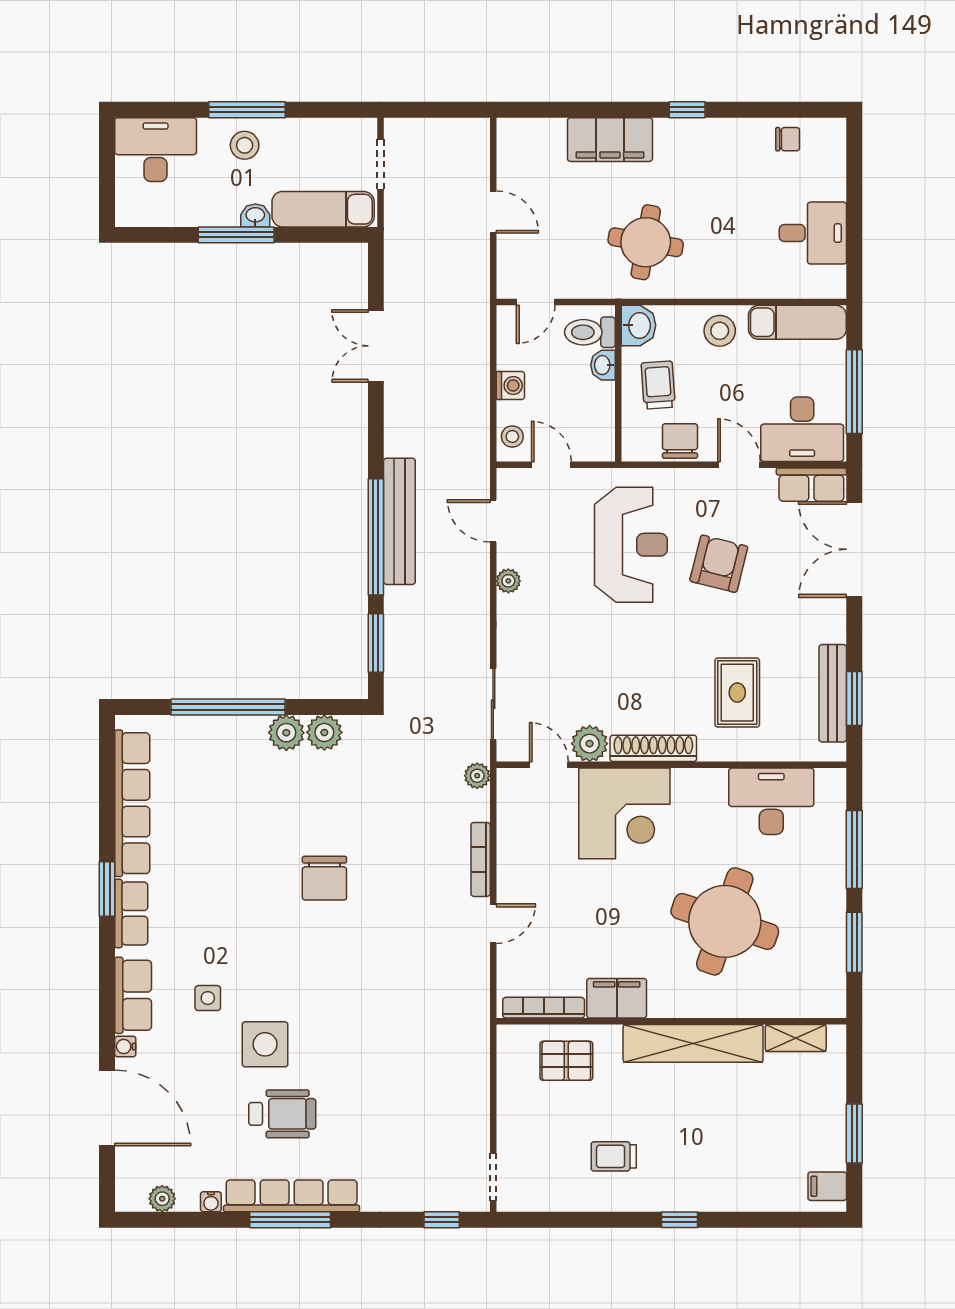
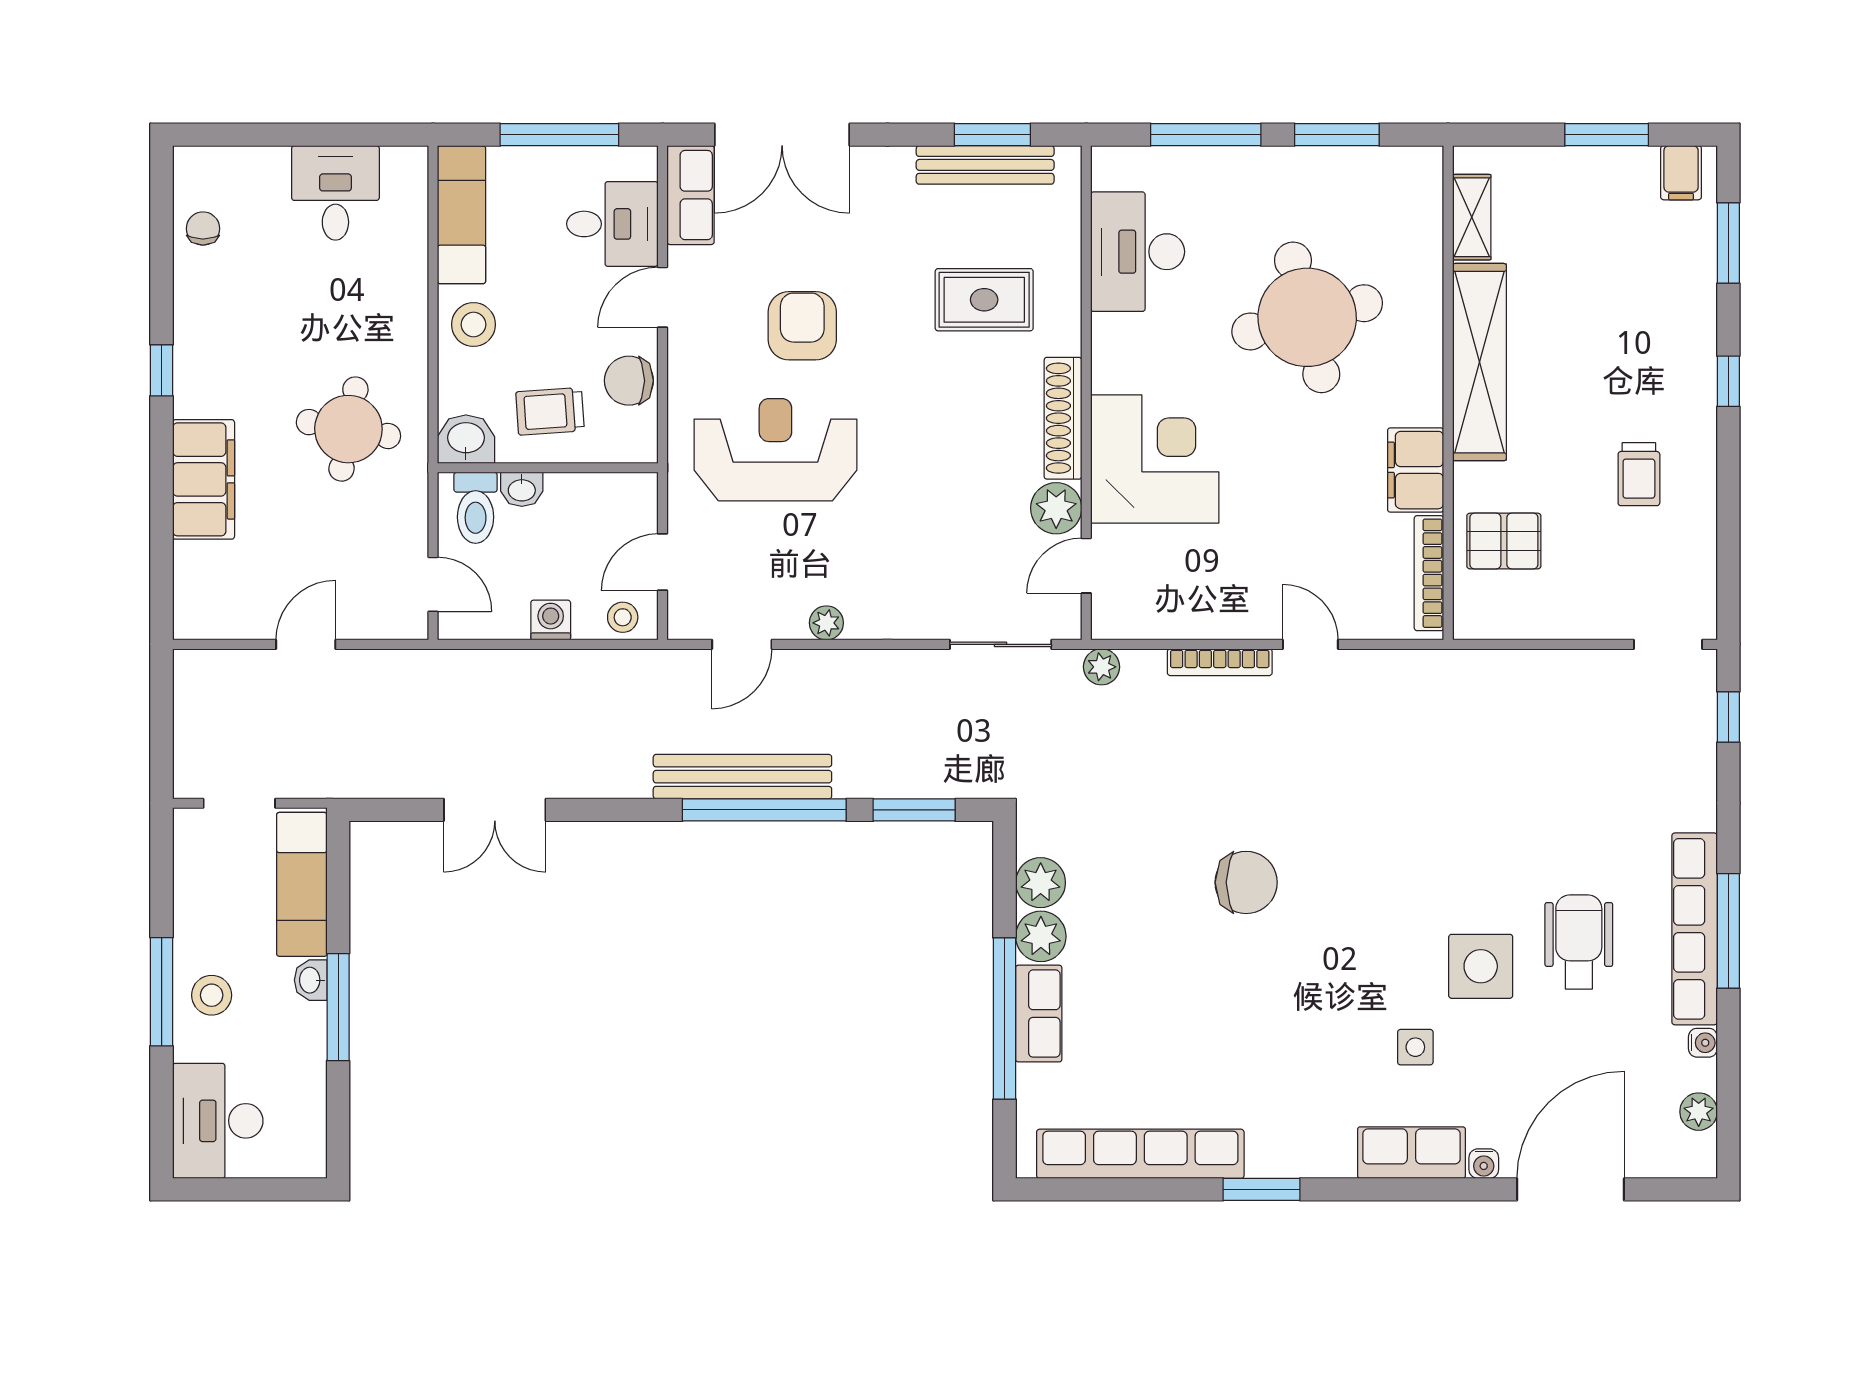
desk: (802, 429) -> (612, 224), width x0.73
armchair: (719, 564) -> (802, 326), turned 76
row of seats: (131, 913) -> (1039, 1014), moved, turned 90
round table: (725, 921) -> (1307, 317), turned -33
pallet: (566, 1061) -> (1504, 541), turned 90
window: (777, 1220) -> (1728, 243), added

